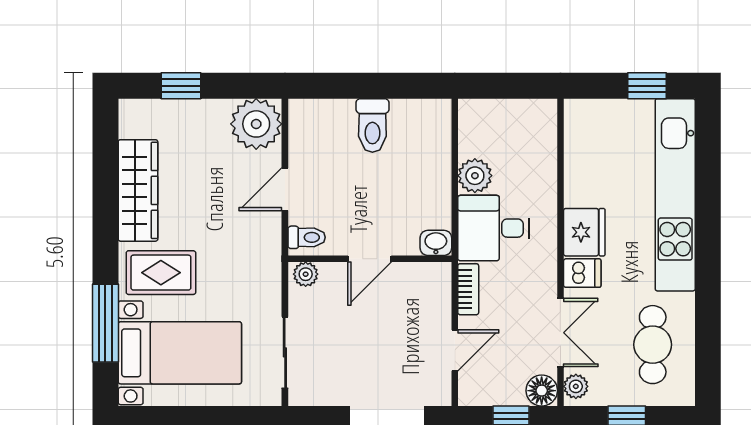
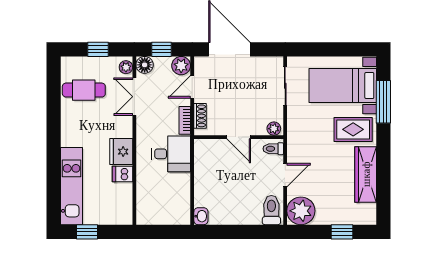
toilet: (372, 125) -> (271, 210), moved
plant: (475, 176) -> (181, 66), moved
kitchen unit: (675, 195) -> (72, 186), width x0.73
washbasin: (436, 243) -> (201, 216), moved, turned -90
door: (370, 259) -> (239, 137), swing flipped
dishwasher: (582, 273) -> (122, 174), moved
shoe rack: (441, 297) -> (200, 116), added
cafe table: (653, 345) -> (84, 90), turned 90

